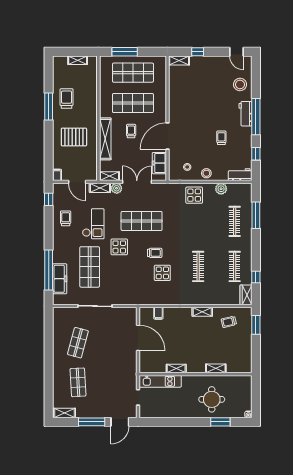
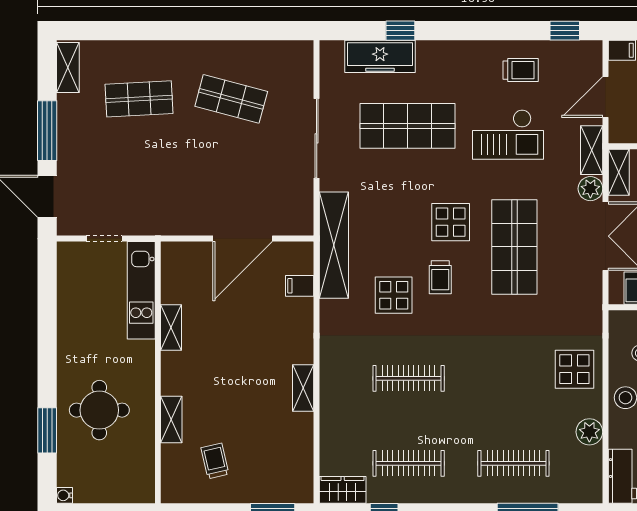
display table: (119, 247) -> (451, 222), moved
window: (49, 270) -> (400, 31), width x0.32
shelving: (141, 299) -> (334, 245), added
trolley: (229, 322) -> (215, 461), moved

